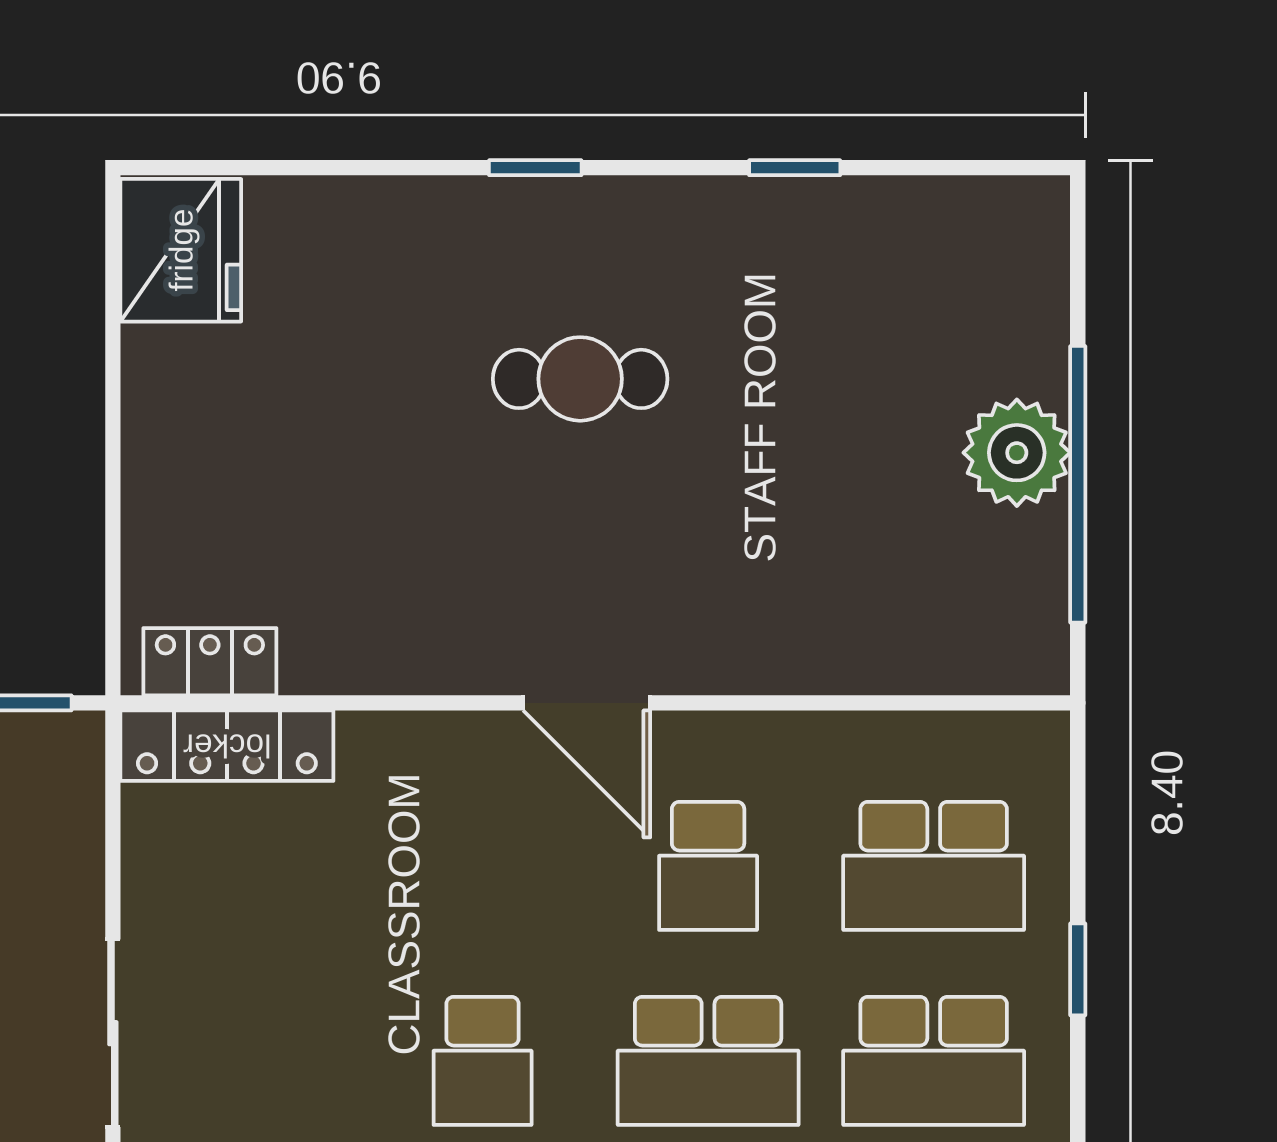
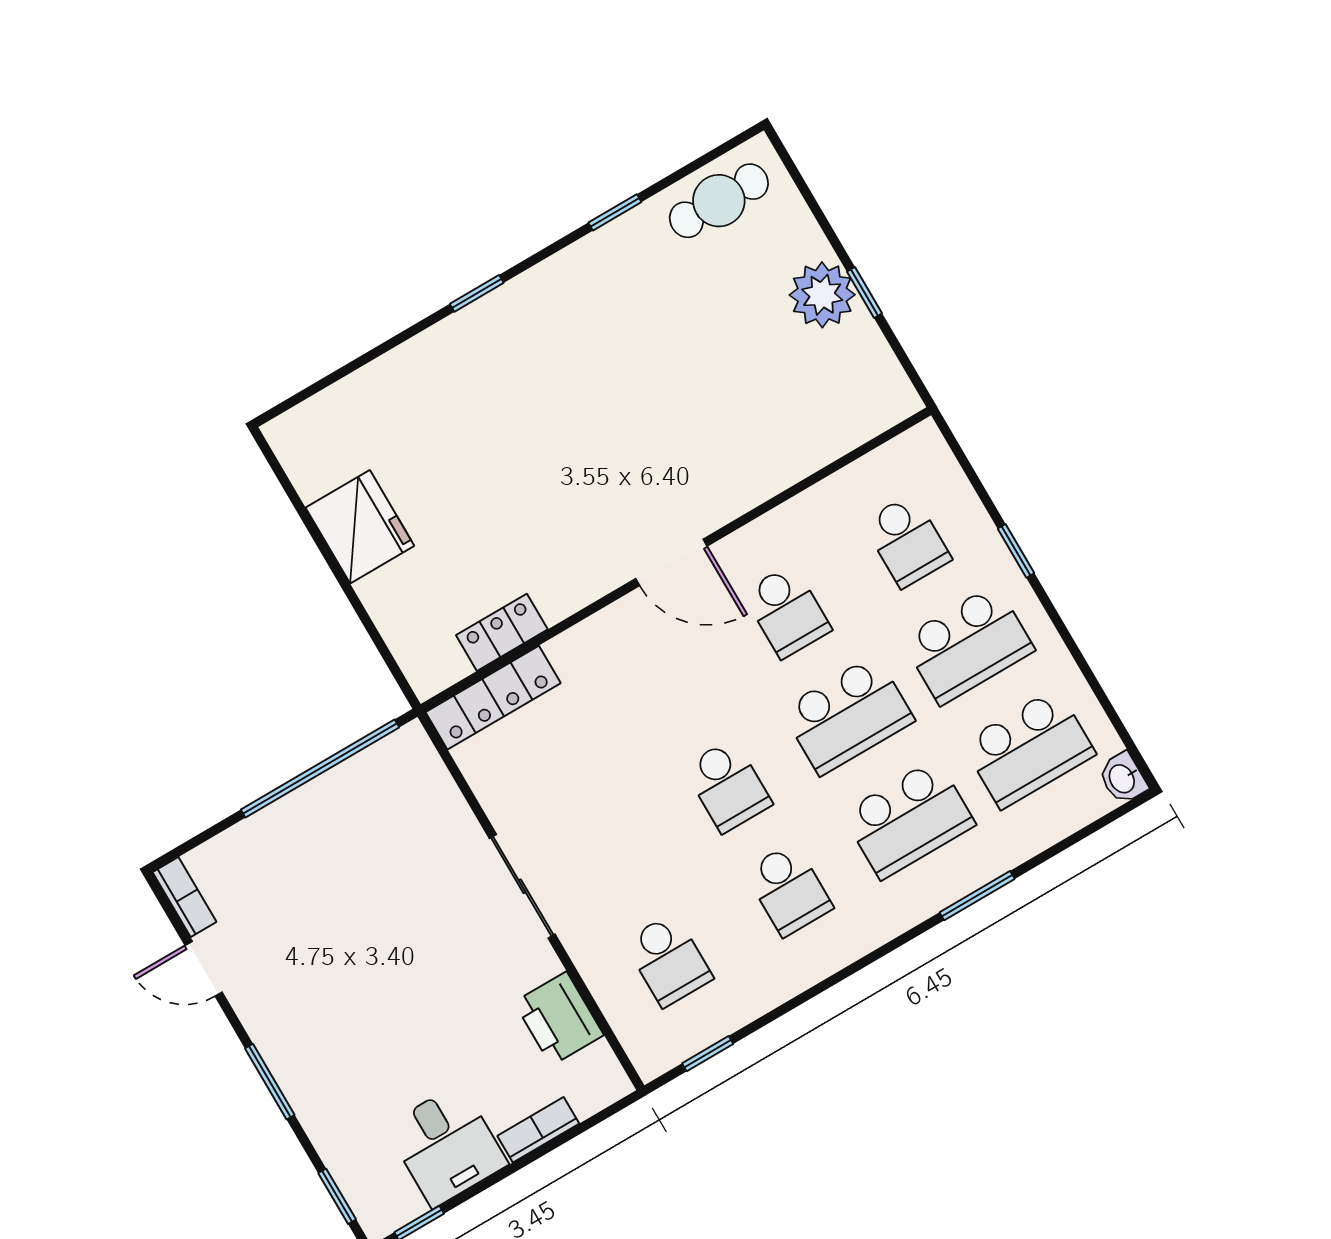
fridge: (181, 250) -> (360, 527), moved
cafe table: (580, 379) -> (719, 201), moved
window: (1078, 484) -> (865, 293), width x0.32
locker: (210, 662) -> (502, 632), moved
school desk: (934, 866) -> (907, 541), width x0.54

